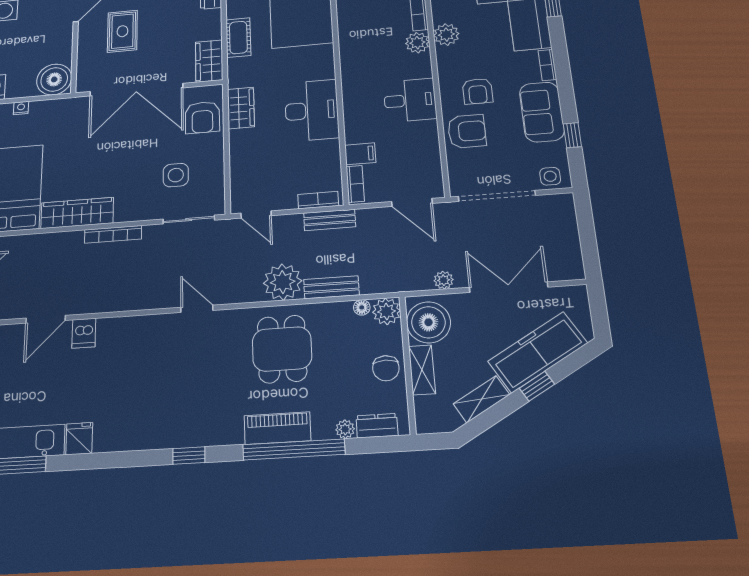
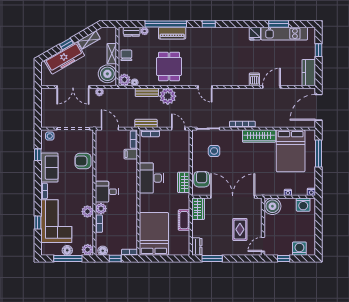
armchair: (478, 91) -> (76, 181), removed
desk: (410, 100) -> (107, 192), moved

